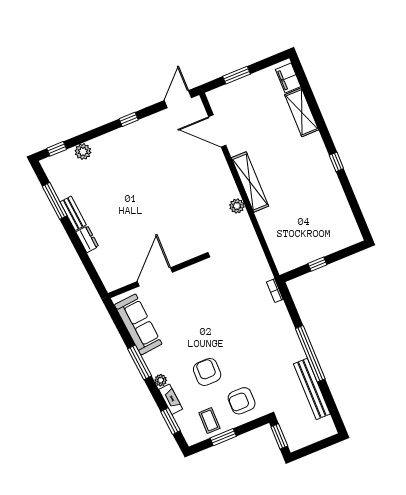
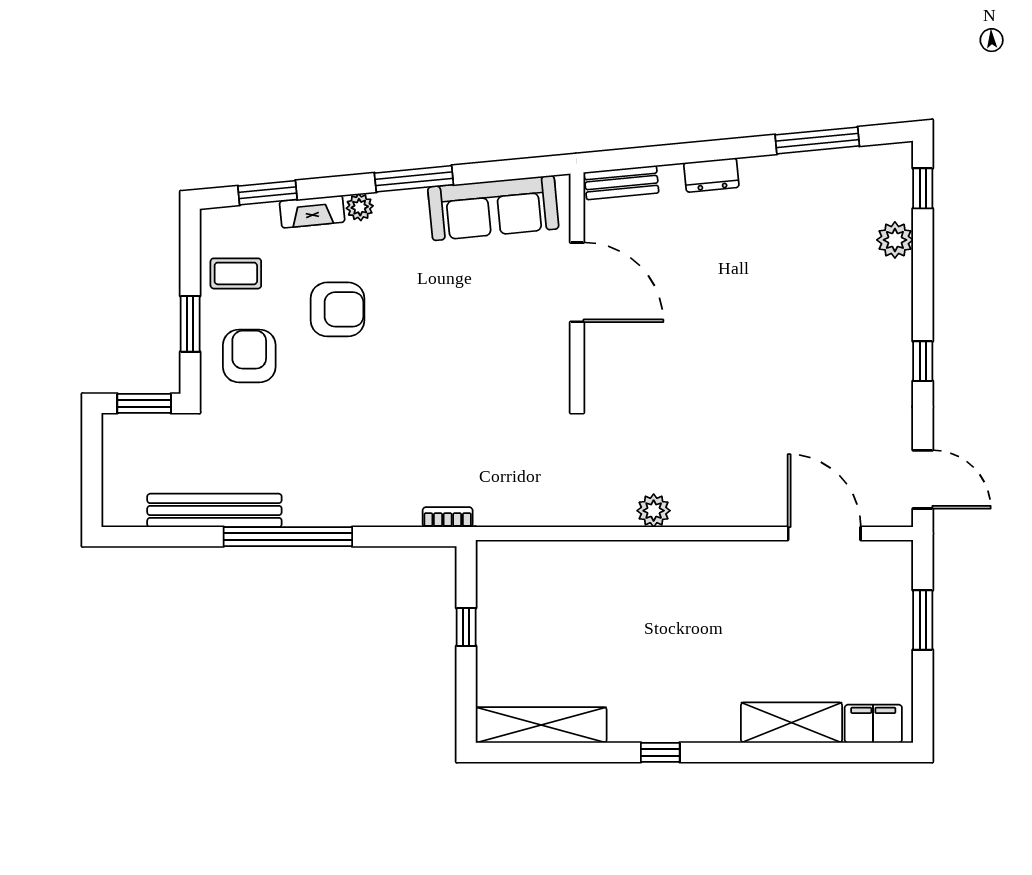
door: (217, 131) -> (824, 533), hinge flipped
shelving: (250, 182) -> (541, 725), moved
bench: (73, 213) -> (621, 183), moved
window: (223, 437) -> (190, 324), moved

